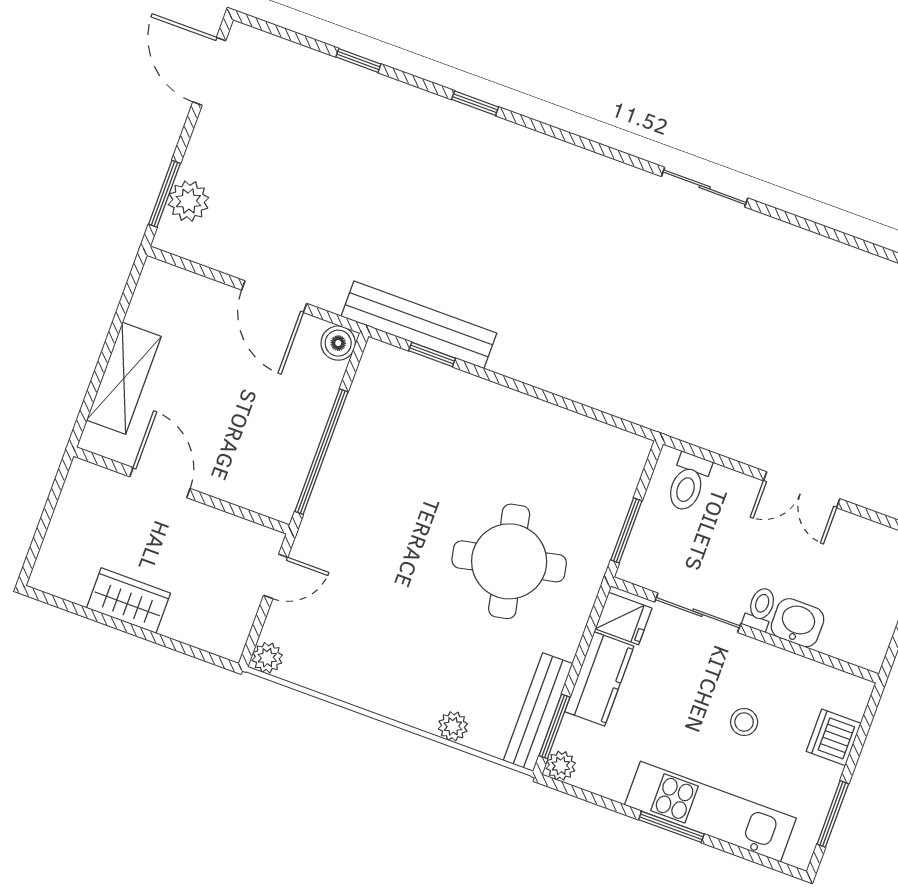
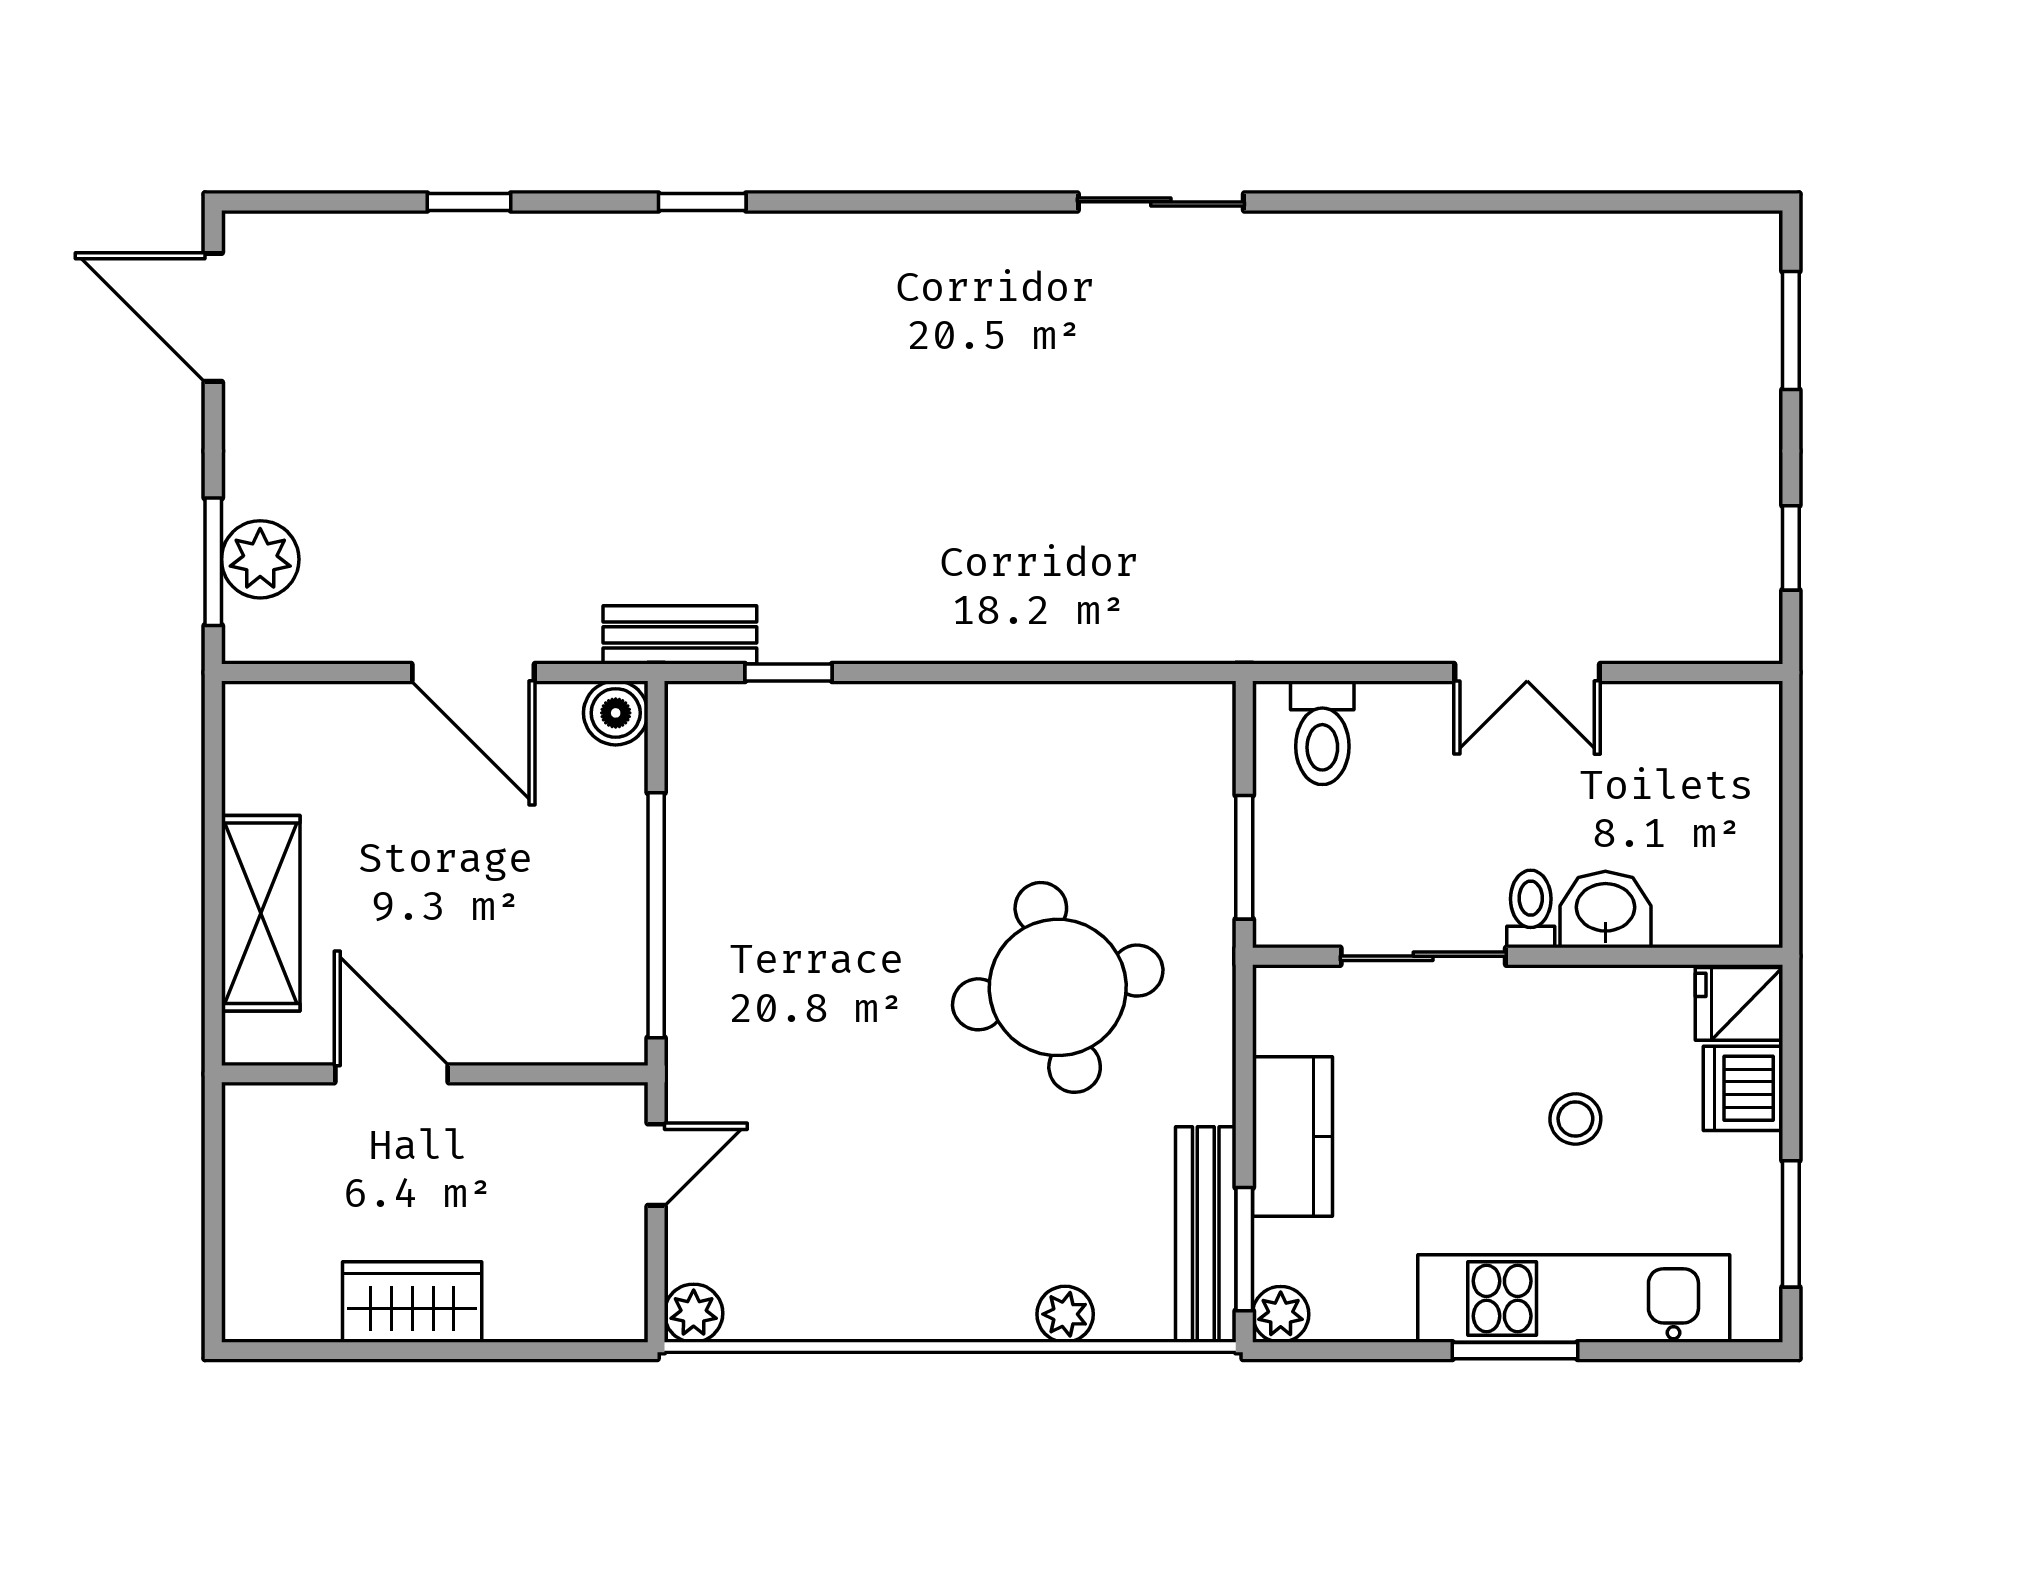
bench: (419, 325) -> (680, 635), width x0.54, depth x0.82
fridge: (624, 619) -> (1739, 1004), moved, turned 180

